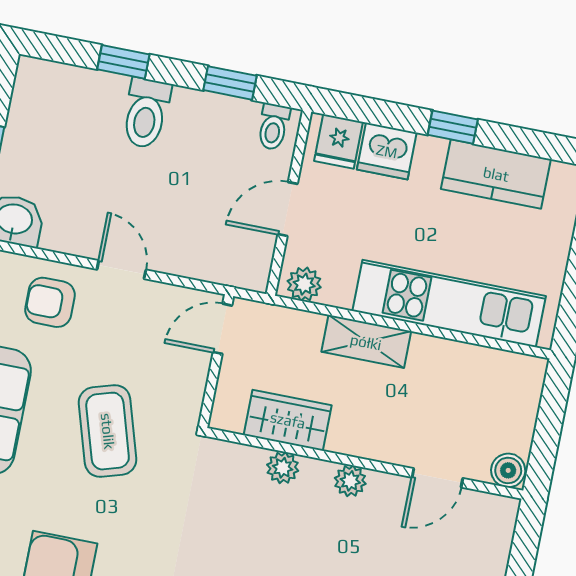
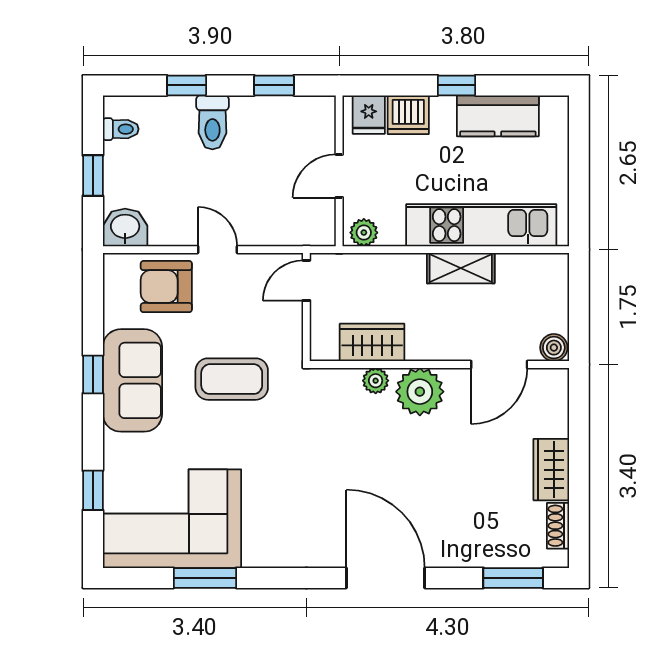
toilet: (273, 127) -> (121, 129), moved, turned -90
armchair: (50, 302) -> (166, 287), width x1.38, depth x1.38
shelving: (366, 342) -> (461, 268), moved
coffee table: (108, 431) -> (232, 379), turned -73
door: (437, 478) -> (499, 364), width x1.37
plant: (350, 481) -> (420, 392), width x1.87, depth x1.87

